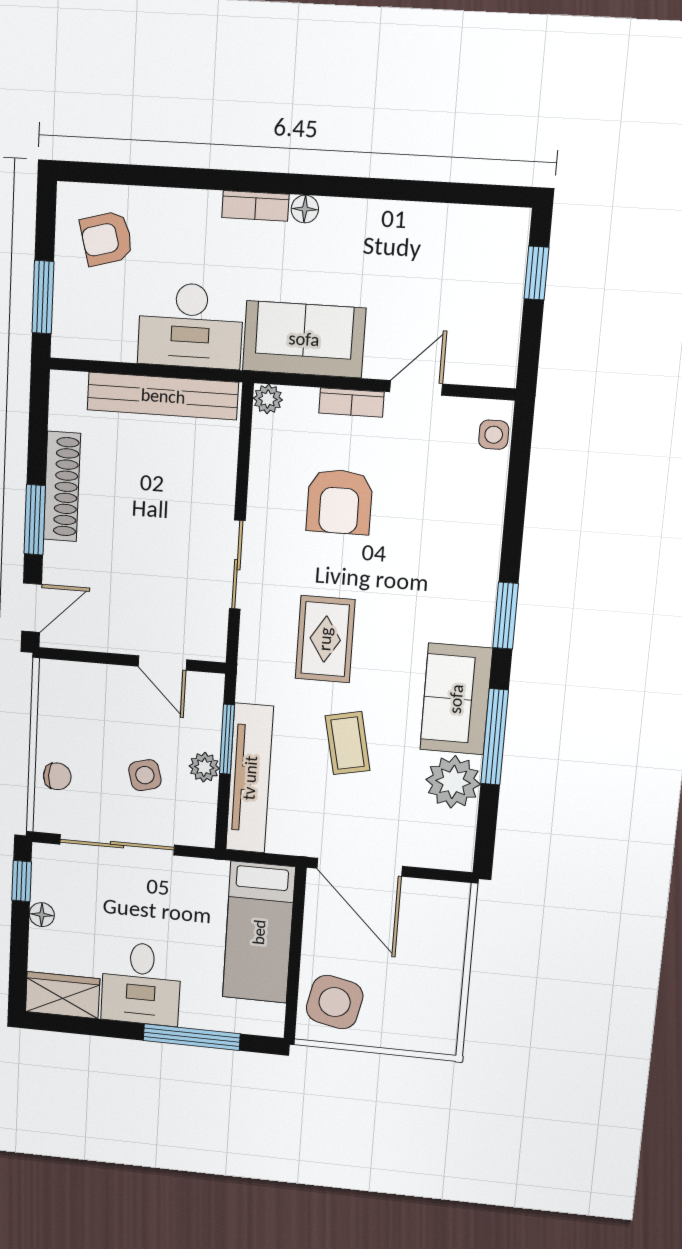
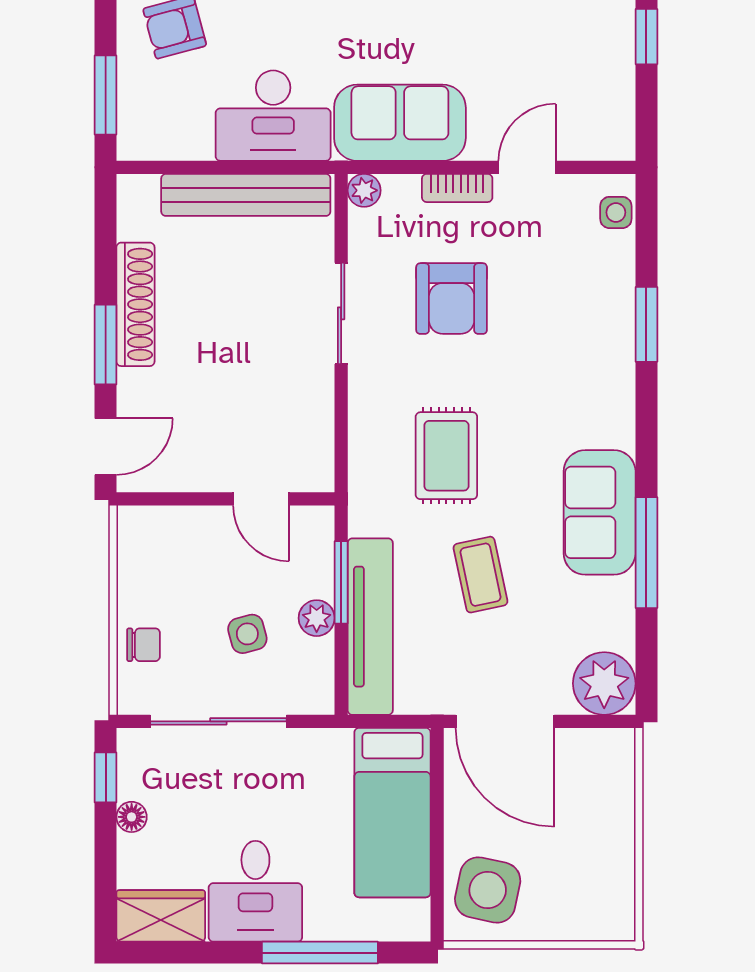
sliding door: (237, 565) -> (341, 313), moved
window: (505, 616) -> (646, 324), moved
plant: (453, 782) -> (604, 683), moved

